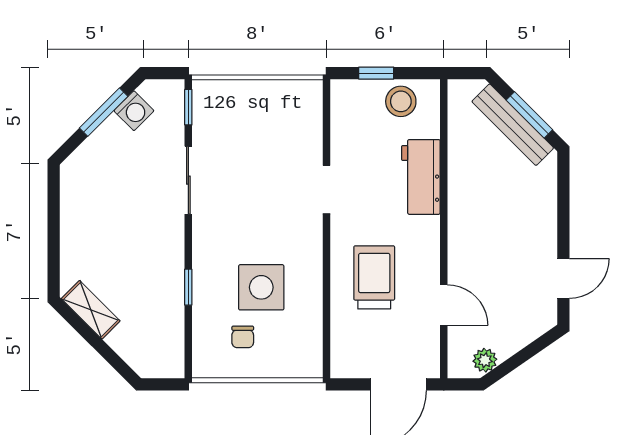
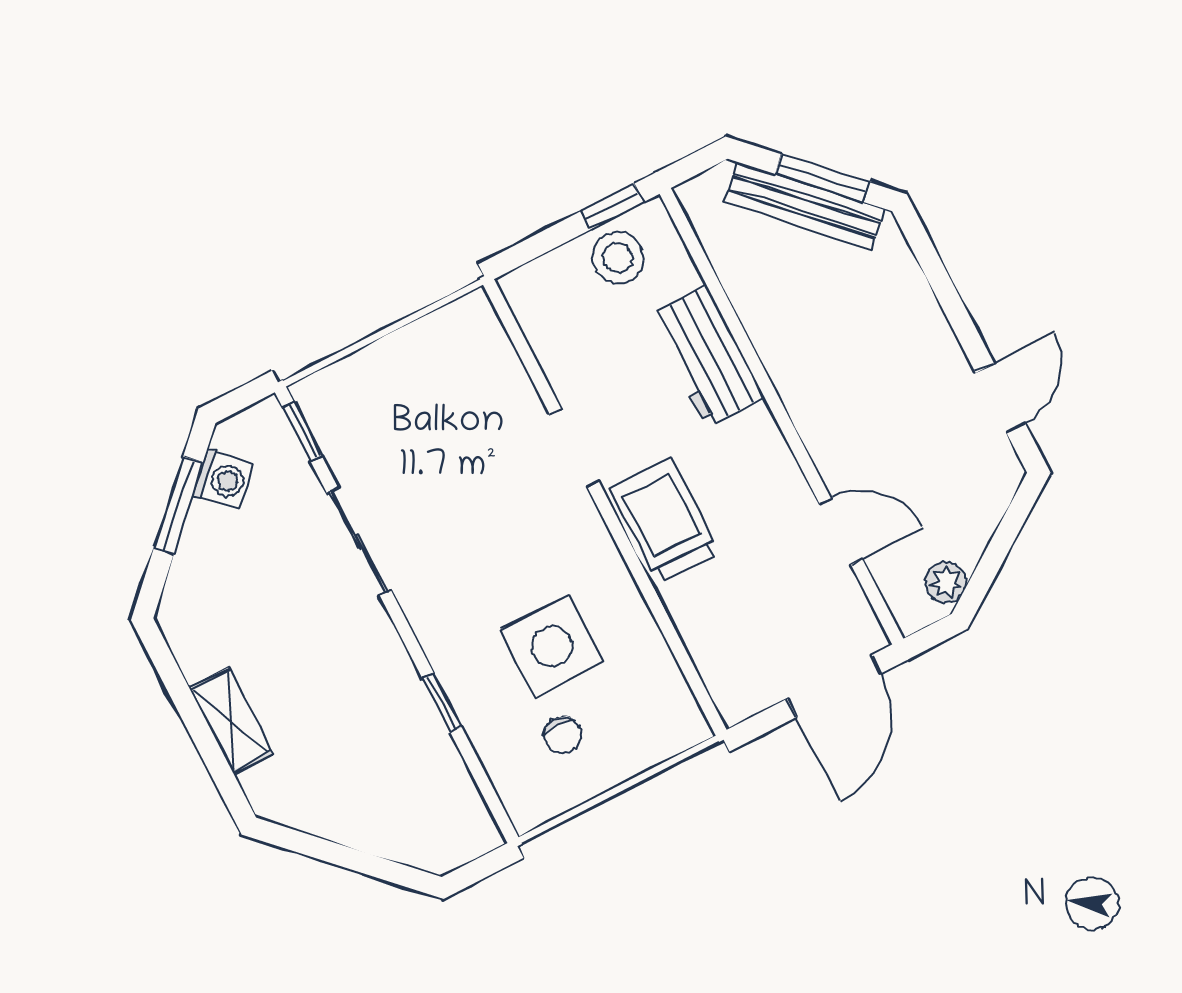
window: (376, 73) -> (612, 207), moved
trolley: (374, 277) -> (665, 521), moved
shelving: (91, 310) -> (231, 721), moved, turned 45

